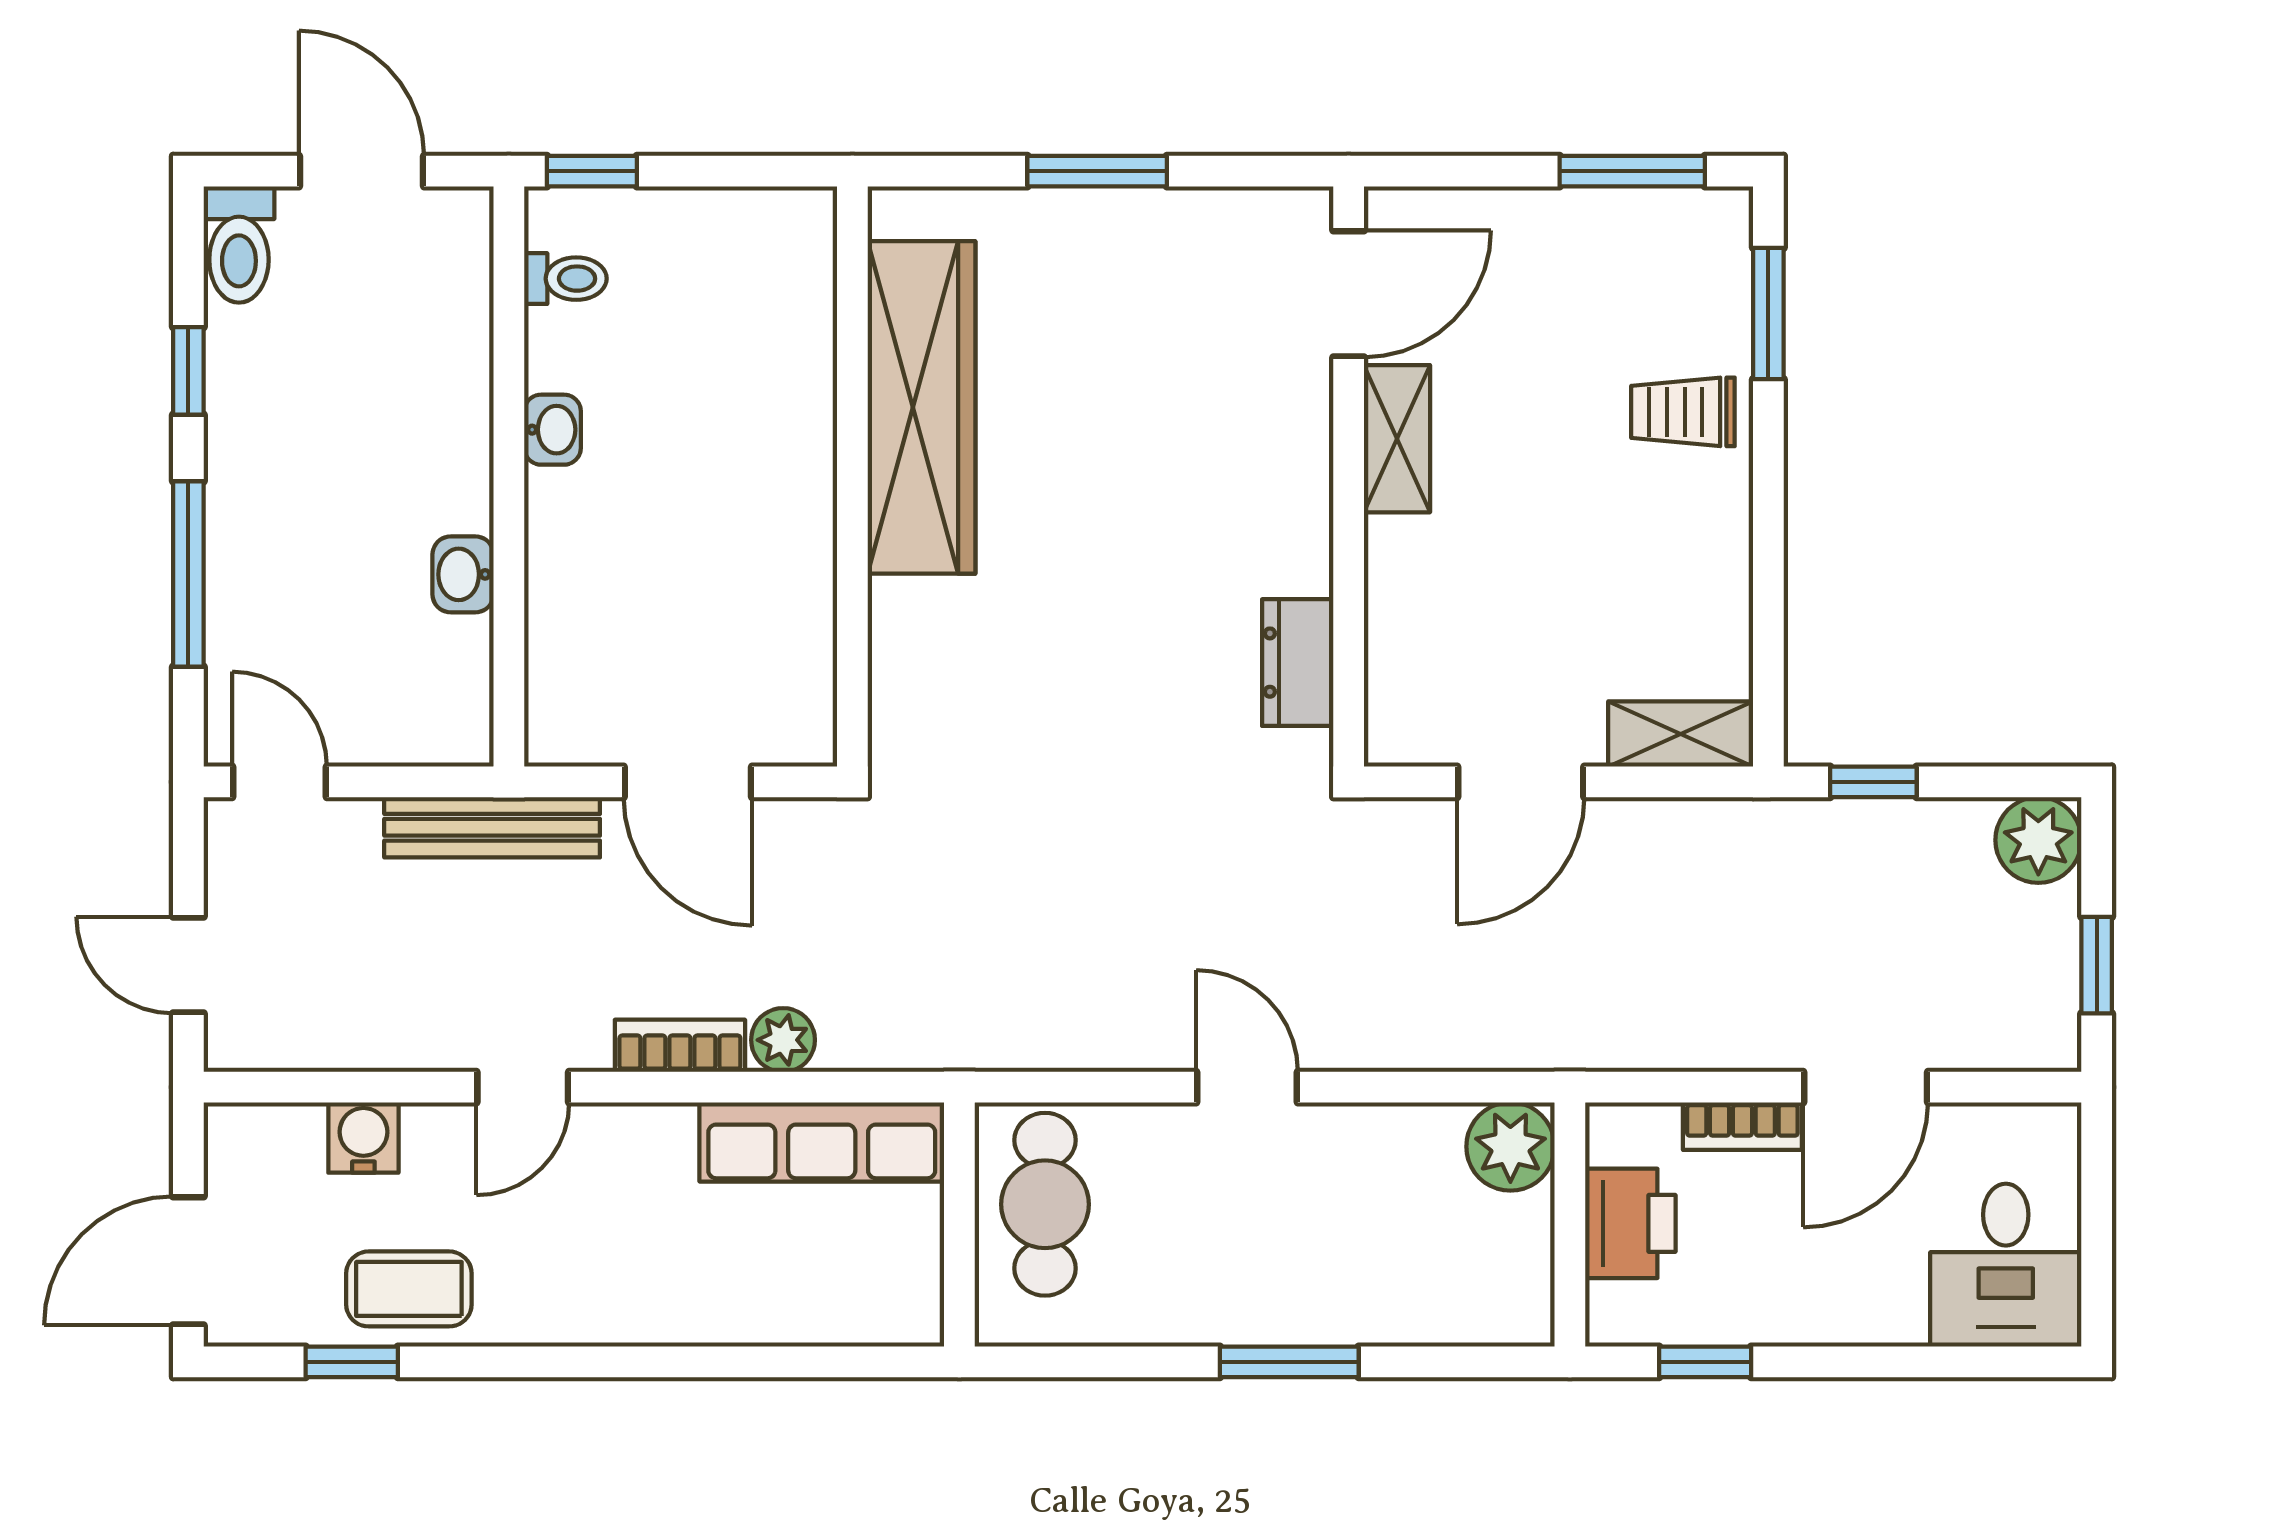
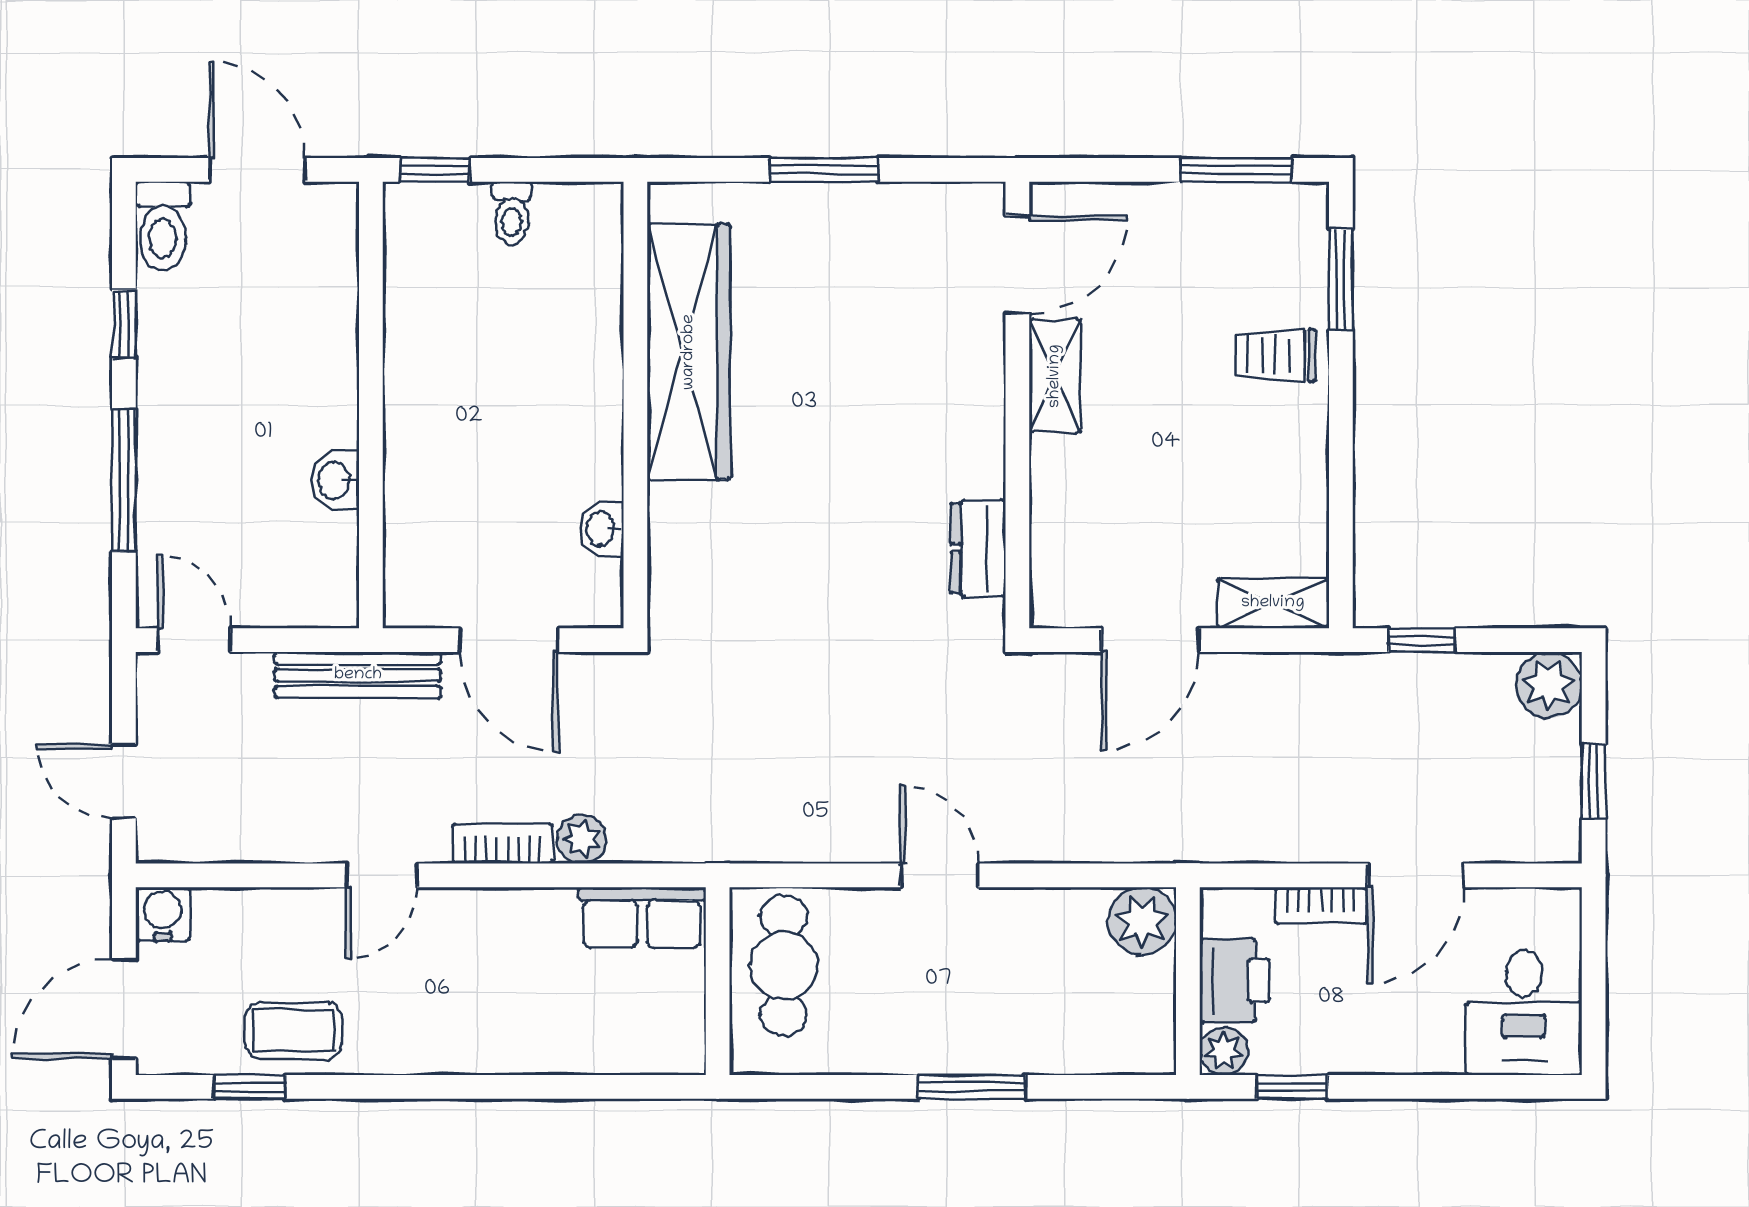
toilet: (565, 279) -> (512, 213), moved, turned 90
washbasin: (553, 430) -> (602, 529), moved, turned 180
water cooler: (363, 1138) -> (163, 914), moved
row of seats: (822, 1142) -> (642, 918), width x0.68
plant: (1616, 1315) -> (1224, 1051), added

